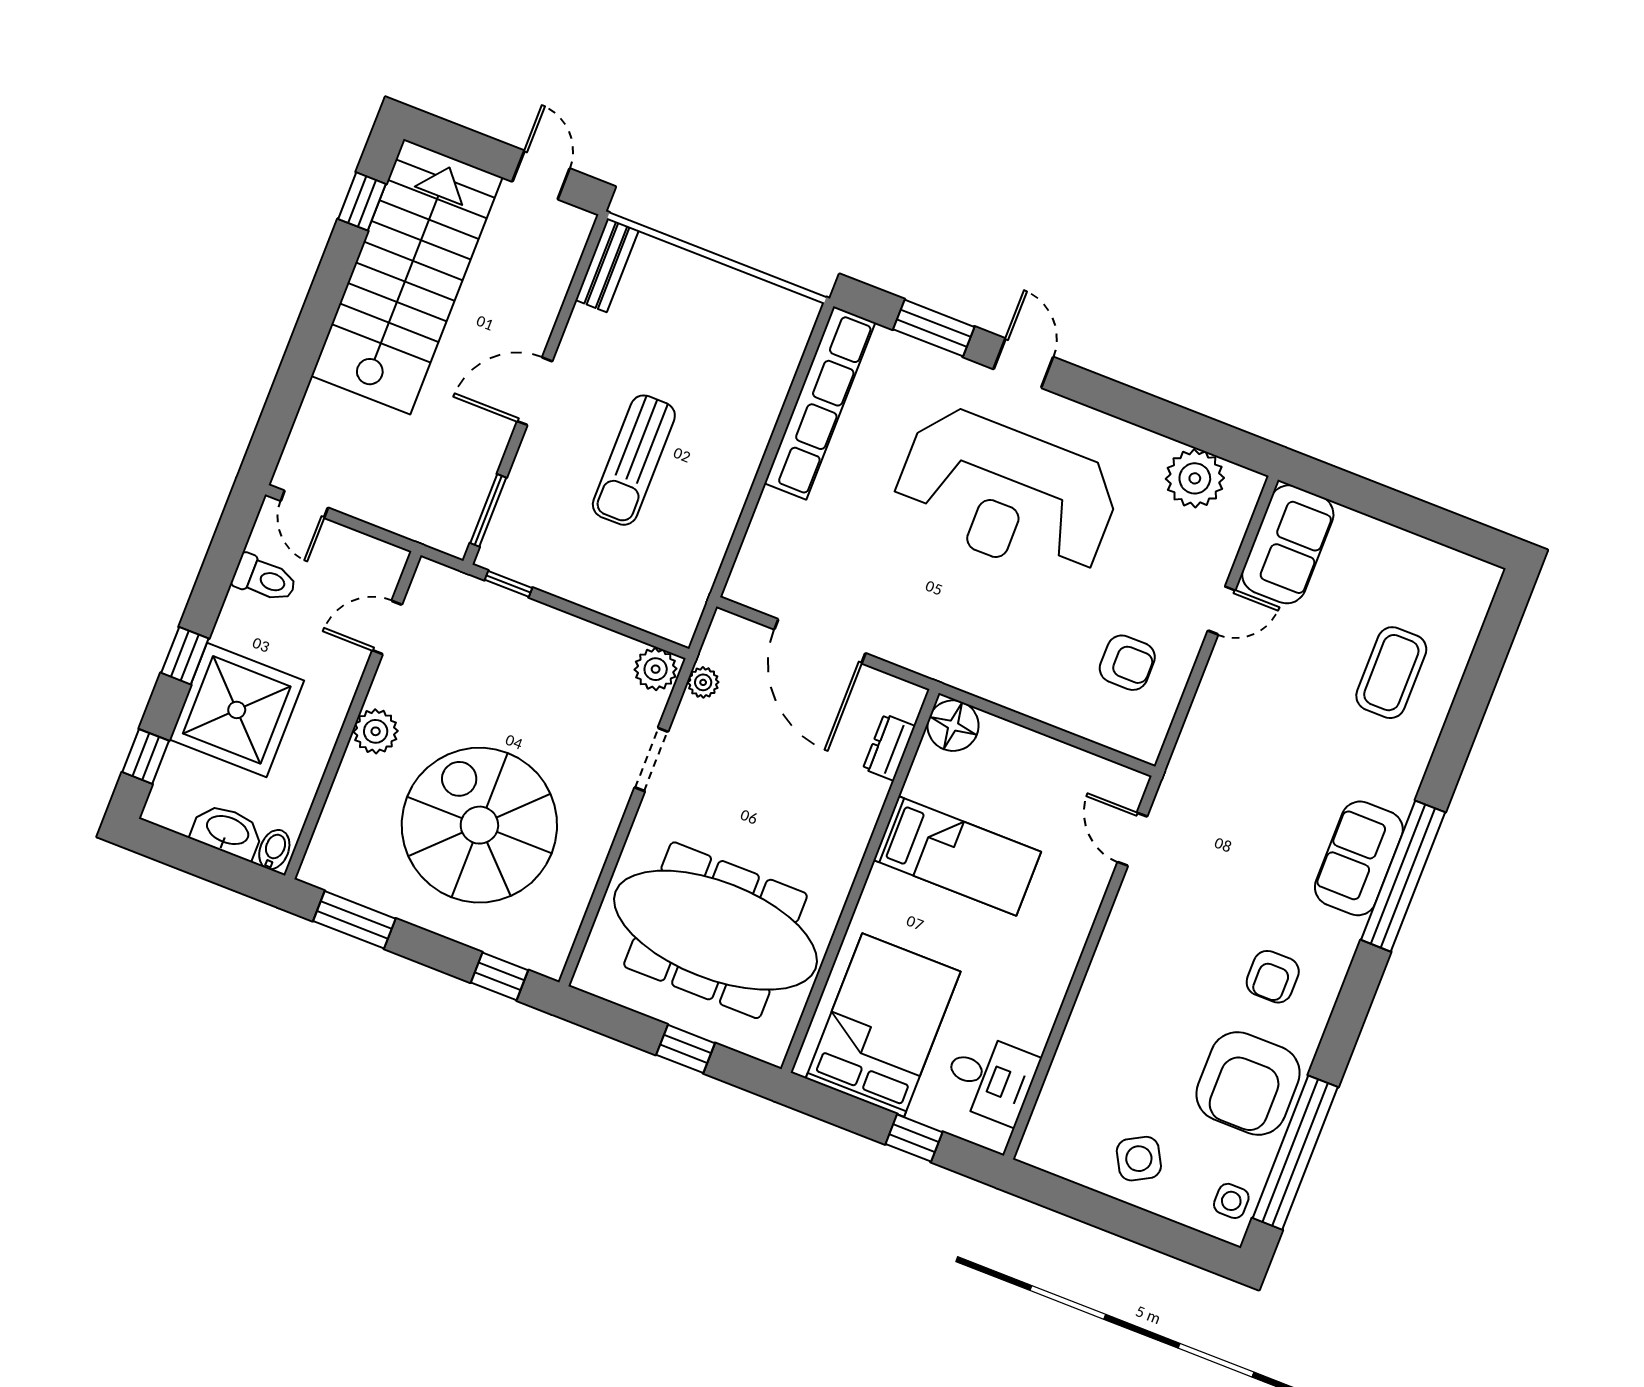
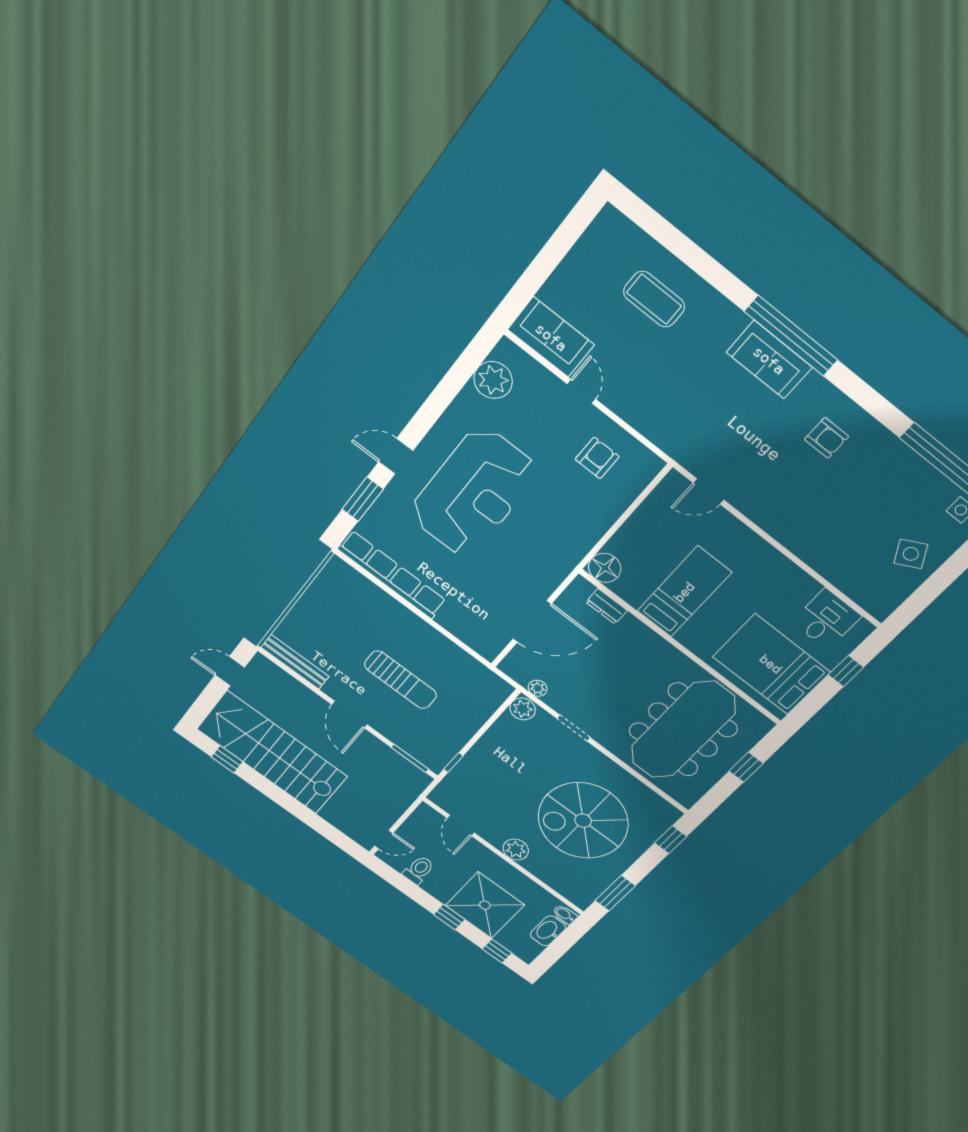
bench: (607, 265) -> (295, 662), width x1.36
armchair: (1248, 1083) -> (889, 475), removed

